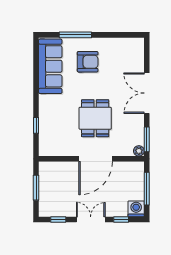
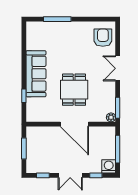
armchair: (88, 62) -> (103, 38), moved, turned -90
sofa: (50, 66) -> (36, 74), moved
double door: (147, 93) -> (118, 68), width x0.73
door: (96, 159) -> (74, 124), hinge flipped
double door: (91, 220) -> (70, 175), swing flipped

